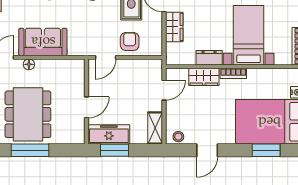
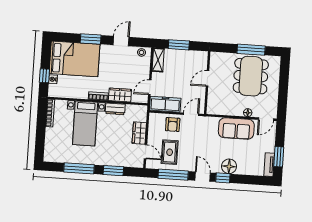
freezer: (109, 134) -> (165, 104), moved, turned 180
window: (115, 150) -> (179, 45), moved
window: (266, 150) -> (91, 39), moved

